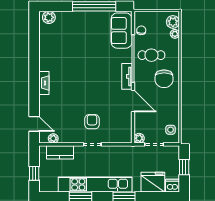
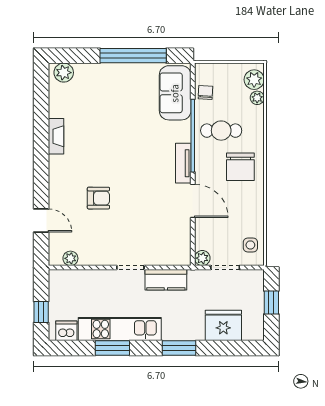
fireplace: (44, 83) -> (56, 136), moved
armchair: (92, 122) -> (98, 198), moved, turned 90
door: (34, 124) -> (41, 221), moved
kitchen counter: (60, 152) -> (166, 280), moved
kitchen unit: (95, 184) -> (120, 329), width x0.73
dishwasher: (173, 186) -> (66, 331), moved

